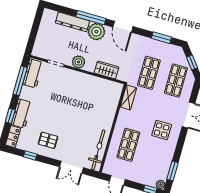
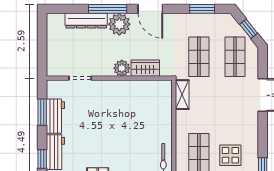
plant: (78, 62) -> (122, 68), moved
workbench: (33, 73) -> (55, 116), moved
window: (20, 81) -> (42, 112), width x0.69
display table: (162, 130) -> (230, 155), moved

